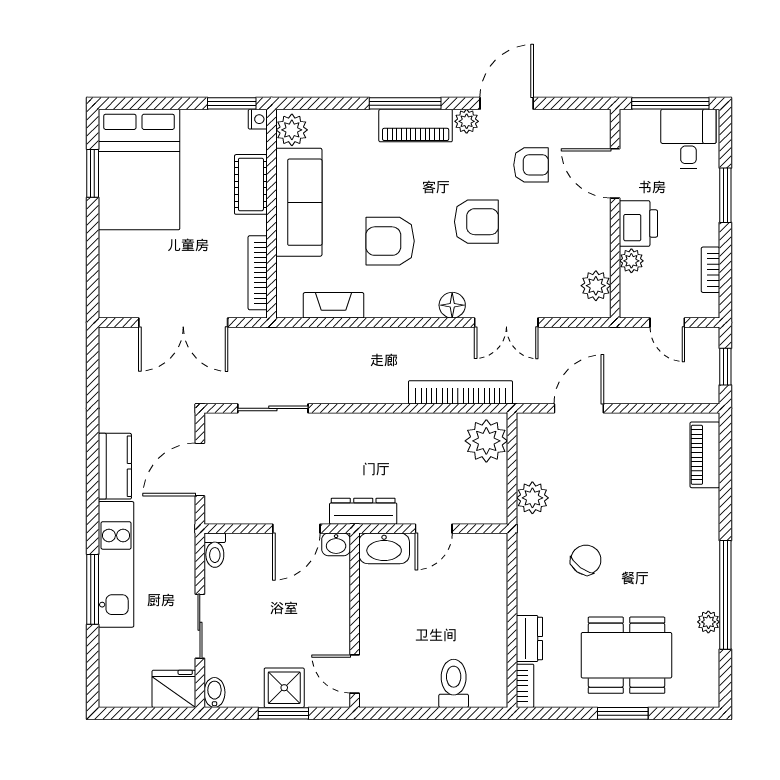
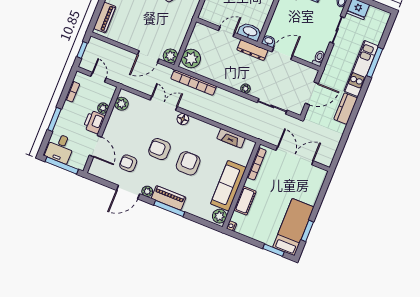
window: (232, 103) -> (273, 250), moved
bed: (139, 170) -> (293, 227), width x0.67
armchair: (390, 241) -> (188, 163), moved, turned -90
plant: (345, 423) -> (245, 89), added
plant: (532, 498) -> (170, 56), moved

